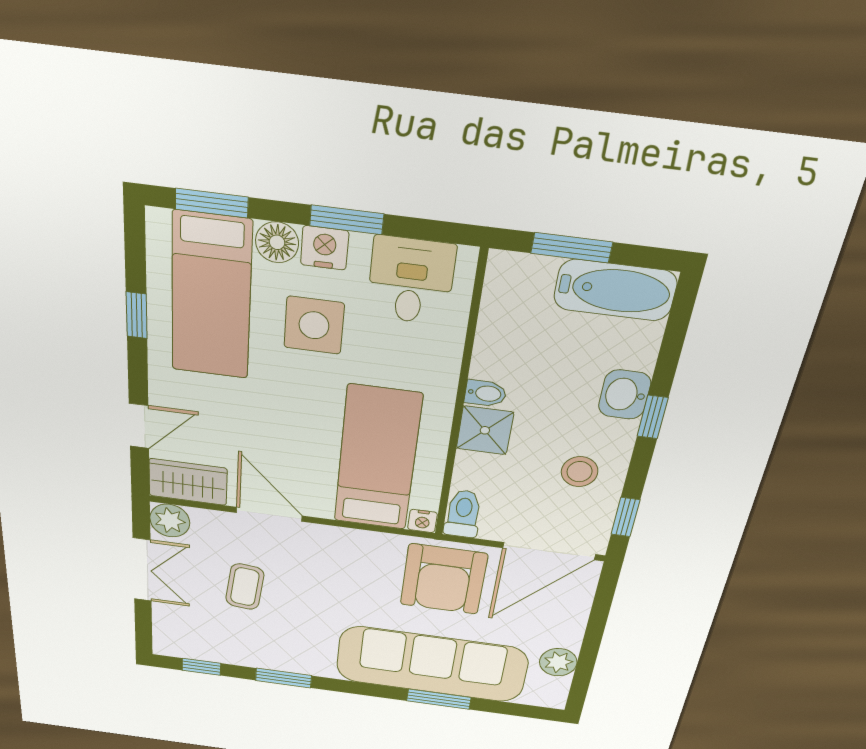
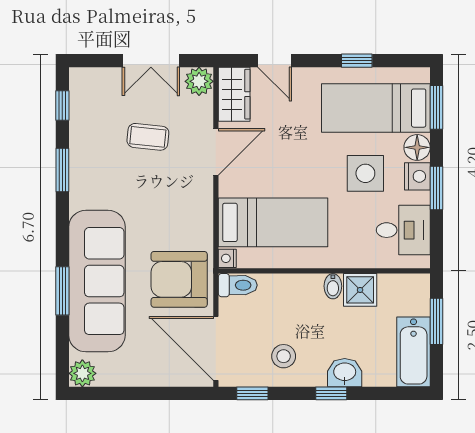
shower: (485, 430) -> (360, 290), moved
plant: (558, 662) -> (82, 373), moved

